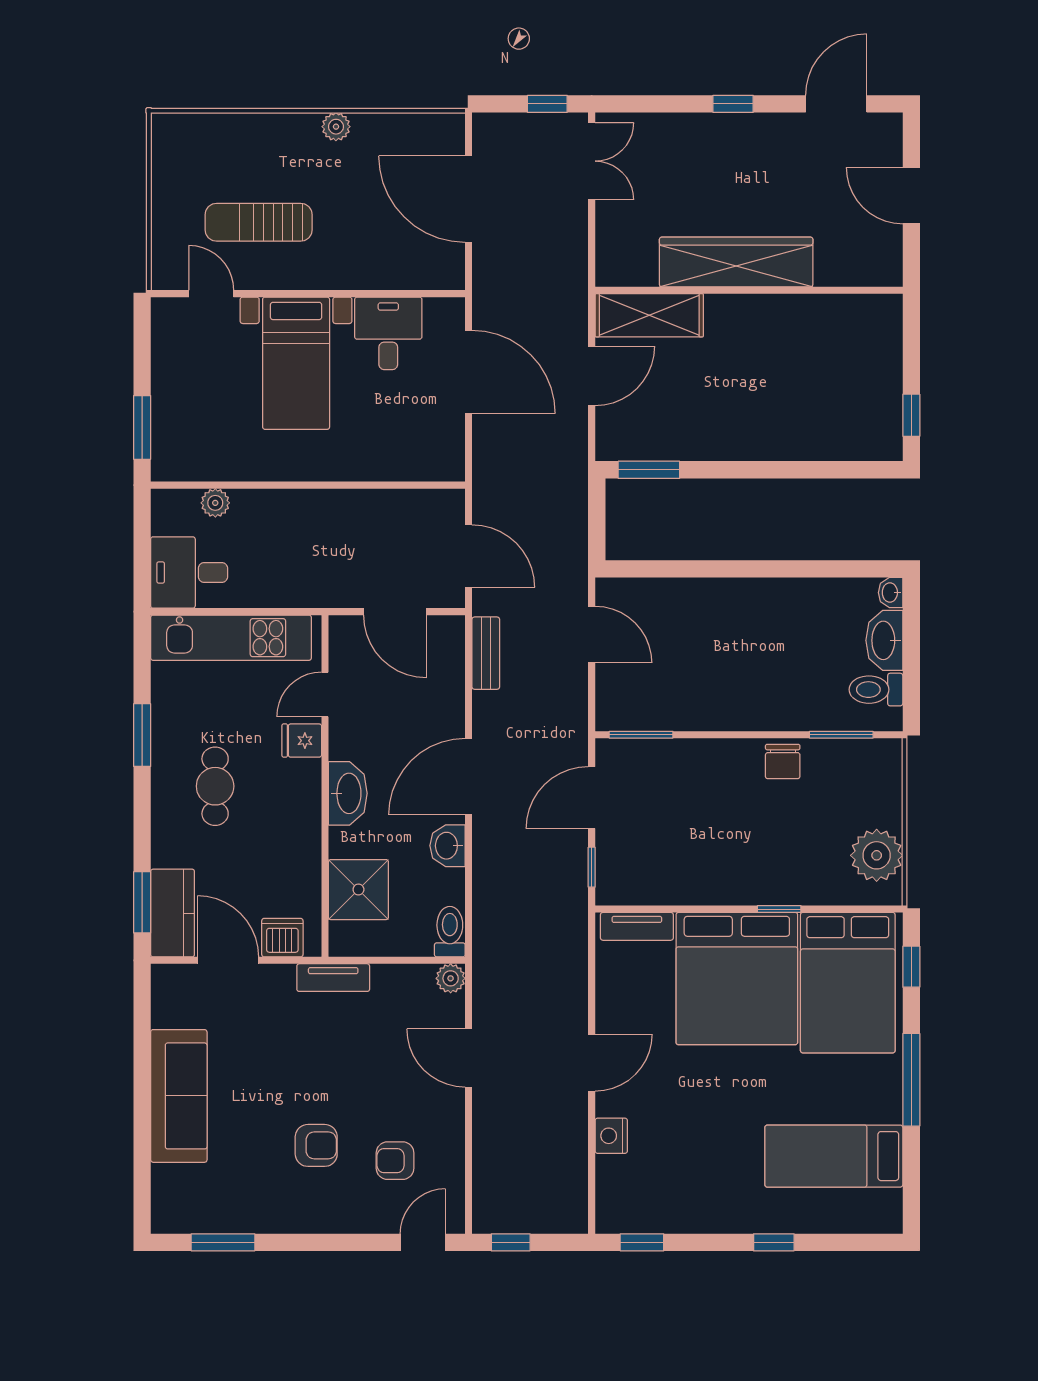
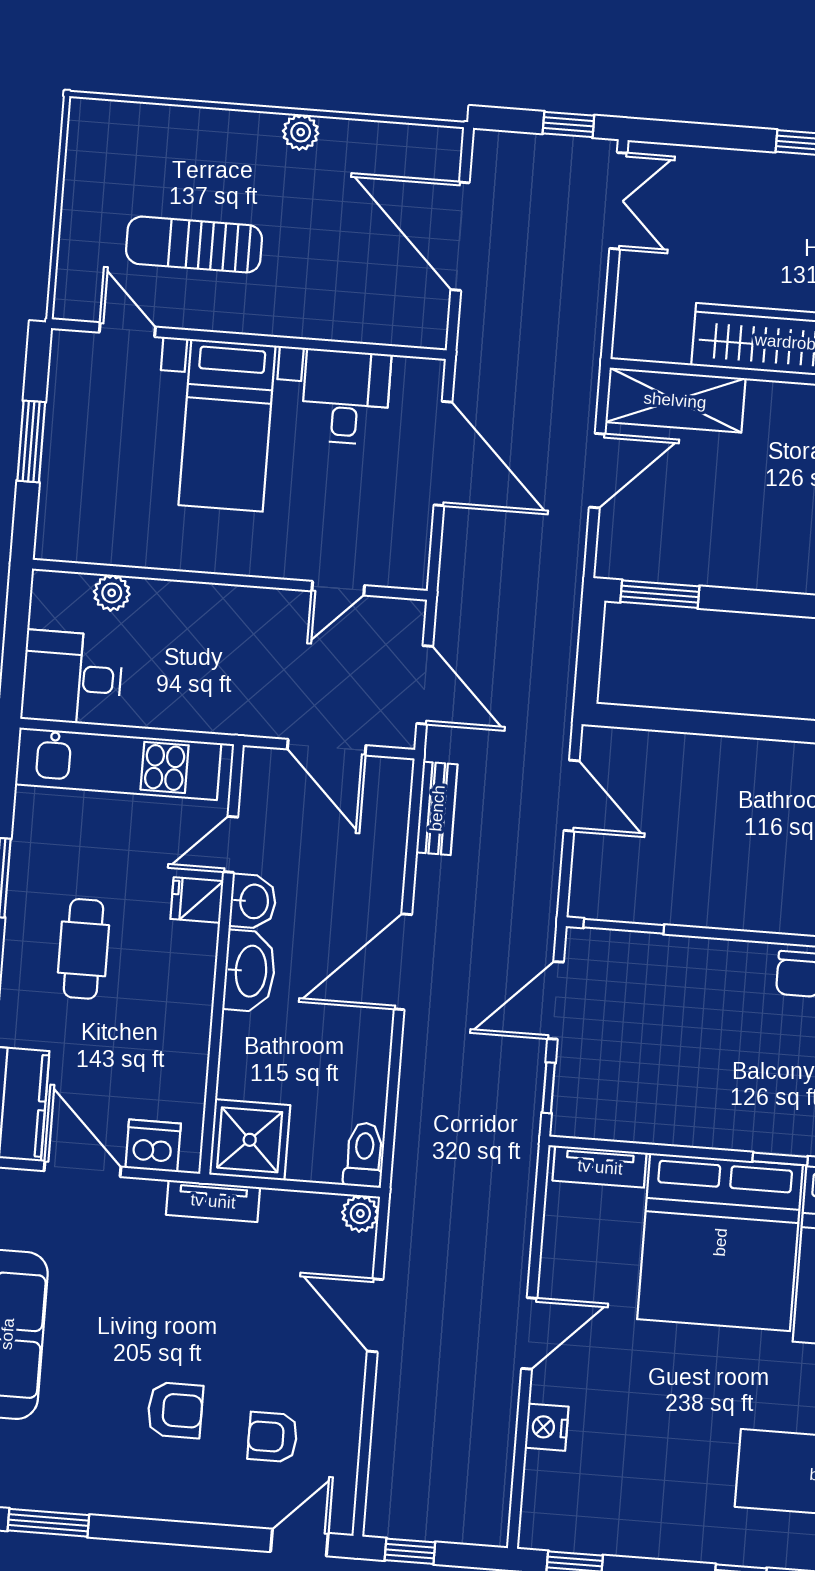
window: (142, 427) -> (31, 441), moved
door: (394, 485) -> (338, 588), added
washbasin: (447, 846) -> (253, 901), moved, turned 180
shower: (358, 890) -> (250, 1140), moved

